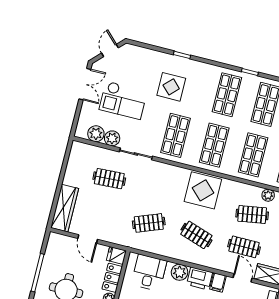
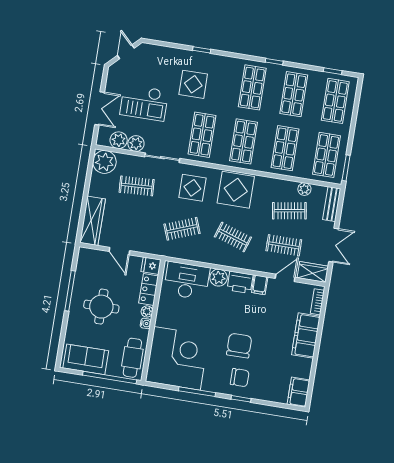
double door: (85, 84) -> (100, 108), moved
plant: (81, 153) -> (104, 162), added
display table: (162, 185) -> (192, 188), added
desk: (149, 273) -> (187, 281), width x1.37
door: (243, 278) -> (285, 278), hinge flipped

